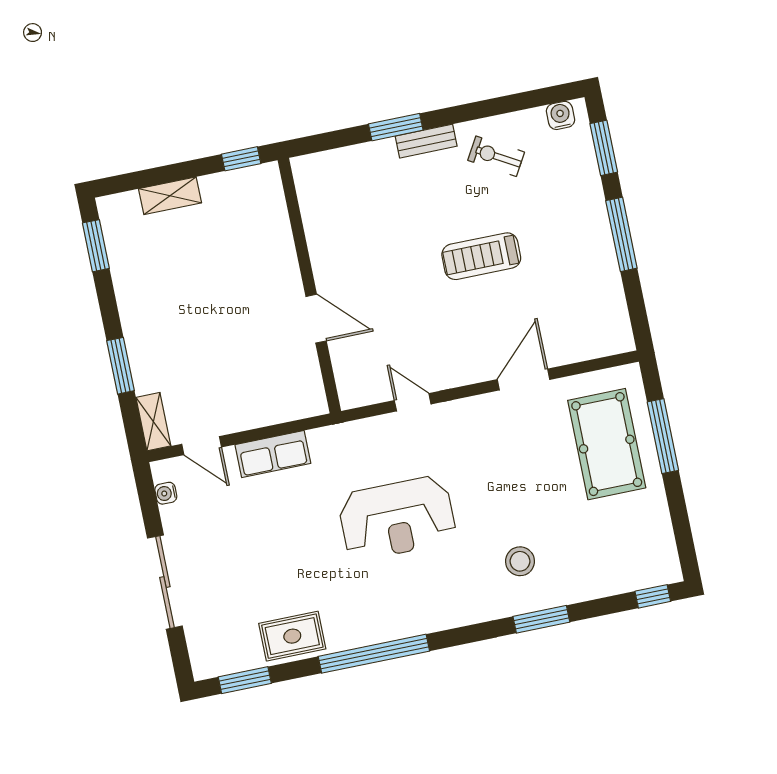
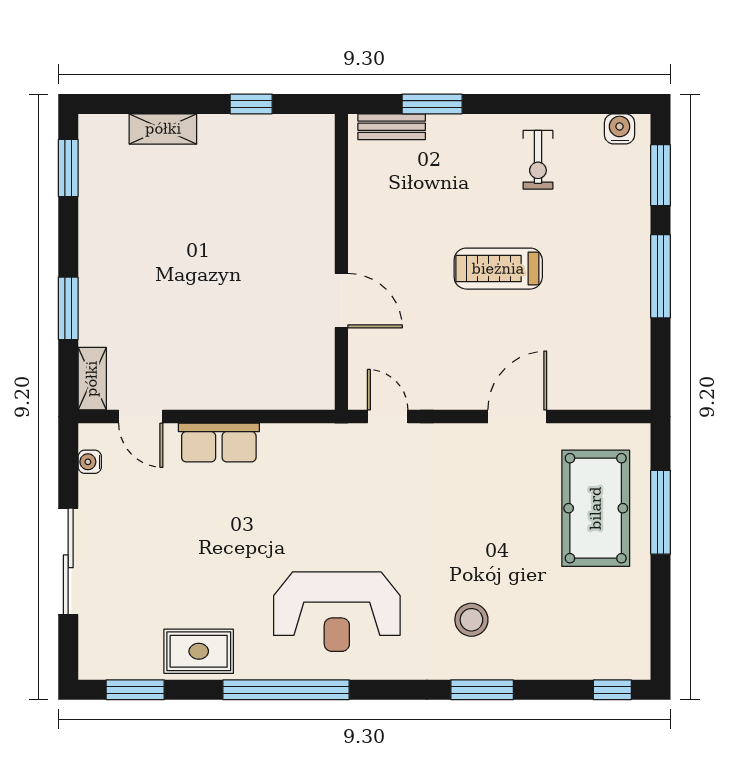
bench: (426, 141) -> (392, 127), moved
exercise bike: (496, 156) -> (538, 160), turned -120
wall: (309, 286) -> (341, 262), moved
door: (316, 319) -> (341, 301), moved
reception desk: (397, 518) -> (337, 612), moved

